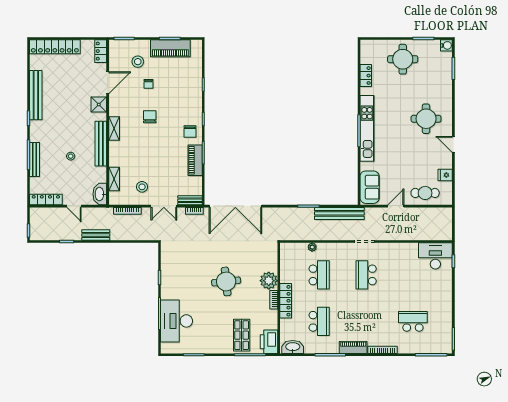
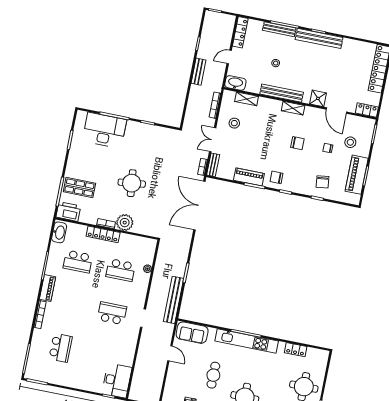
chair: (185, 82) -> (323, 182), added
bench: (36, 95) -> (319, 38), moved
cafe table: (425, 193) -> (213, 375), moved

